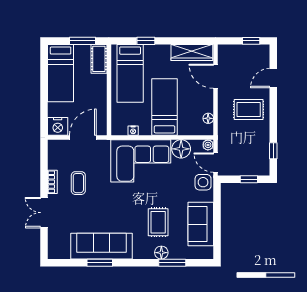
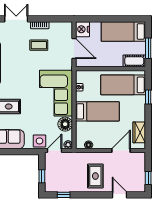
wardrobe: (192, 53) -> (139, 132), width x0.67

